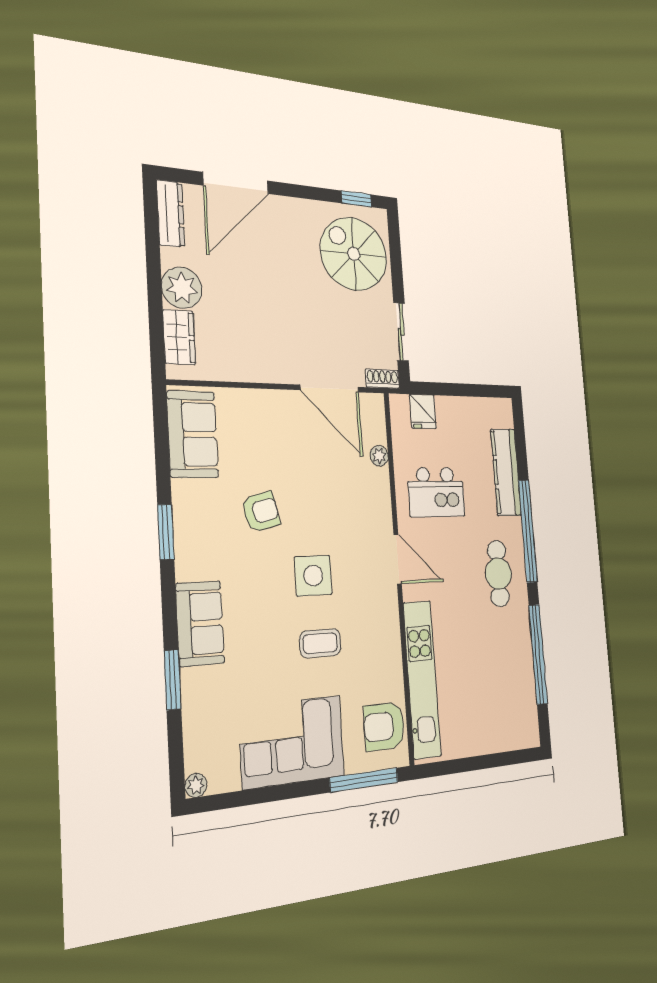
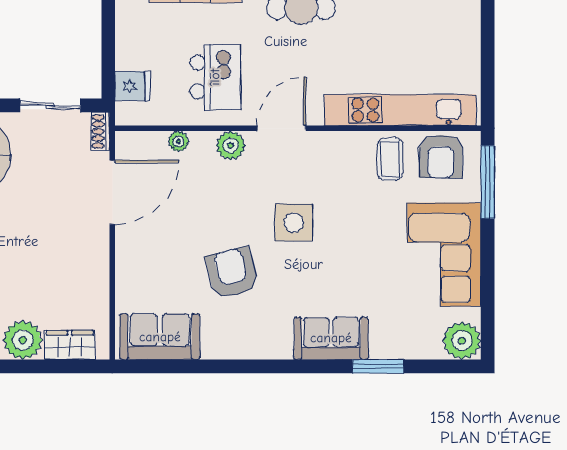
plant: (379, 508) -> (231, 145), added
armchair: (261, 512) -> (232, 273), width x1.38, depth x1.38
window: (166, 532) -> (248, 366), removed
coffee table: (320, 643) -> (390, 159), moved
plant: (196, 785) -> (462, 341), width x1.87, depth x1.87

